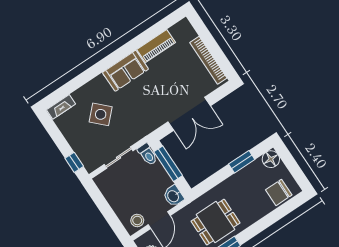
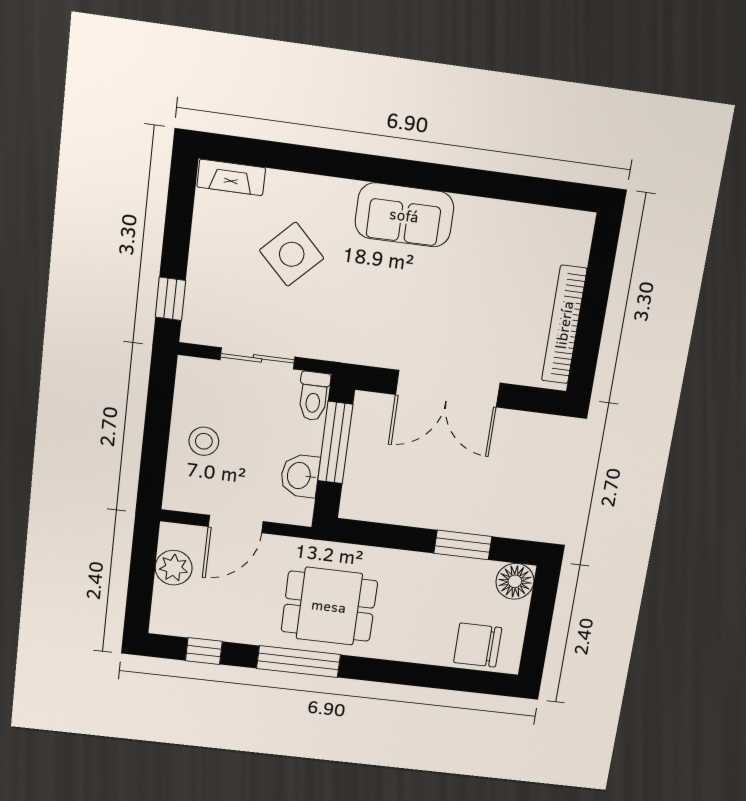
piano: (156, 46) -> (498, 219), removed
washbasin: (173, 196) -> (300, 476), moved
stool: (137, 220) -> (204, 441), moved

